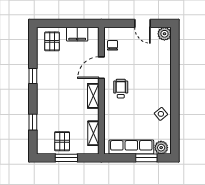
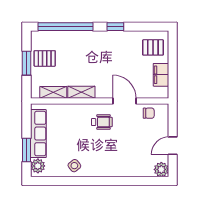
shelving: (93, 96) -> (81, 92), moved
window: (33, 122) -> (65, 27), width x3.17

